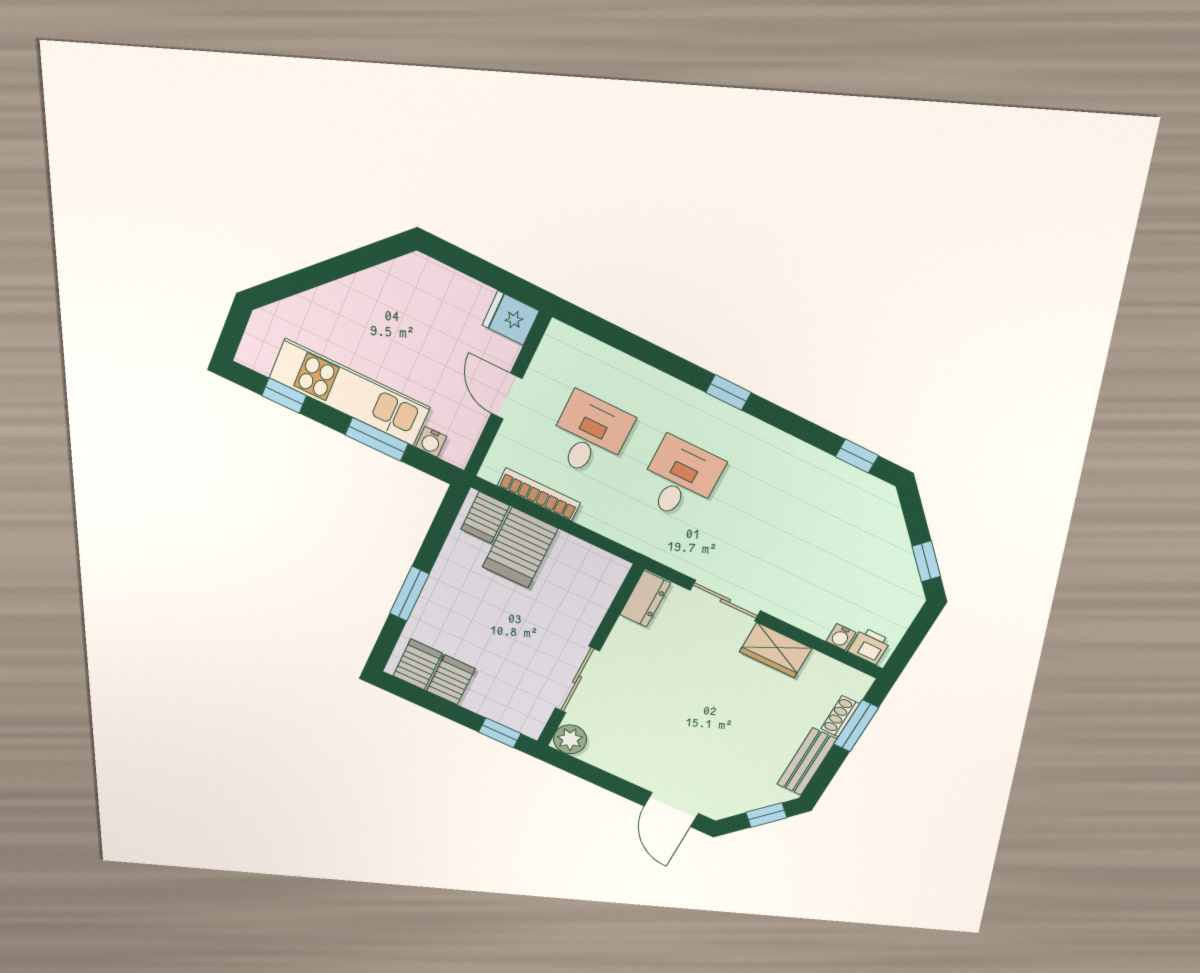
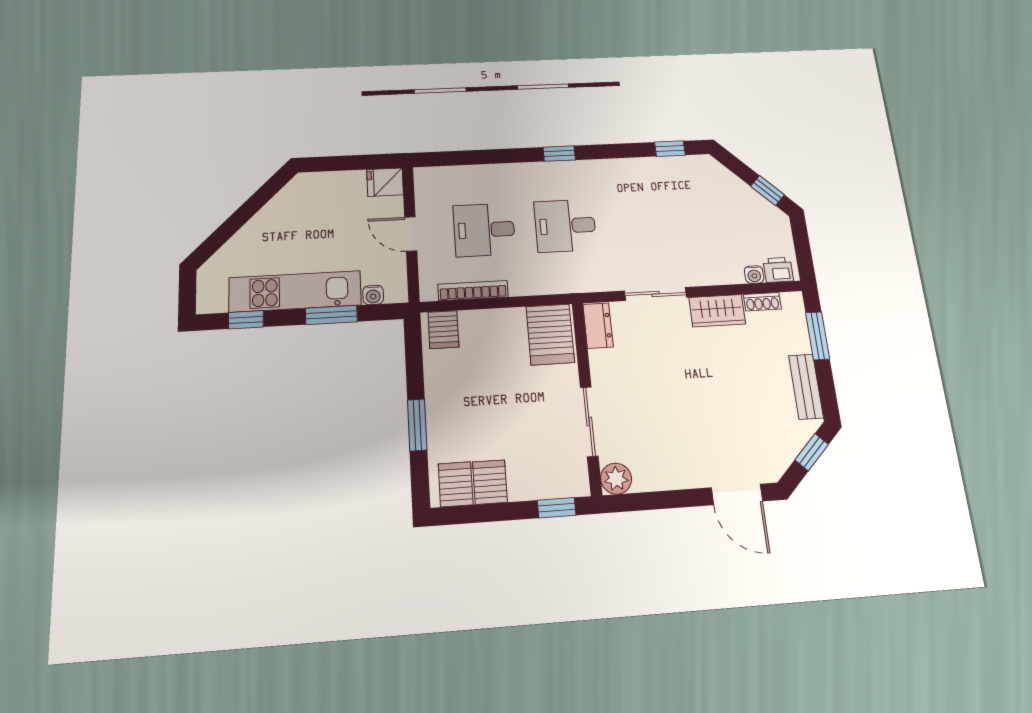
desk: (590, 435) -> (484, 230), turned -90
desk: (680, 479) -> (565, 226), turned -90
server rack: (520, 548) -> (550, 334), moved
shoe rack: (840, 716) -> (762, 302), moved, turned -90

